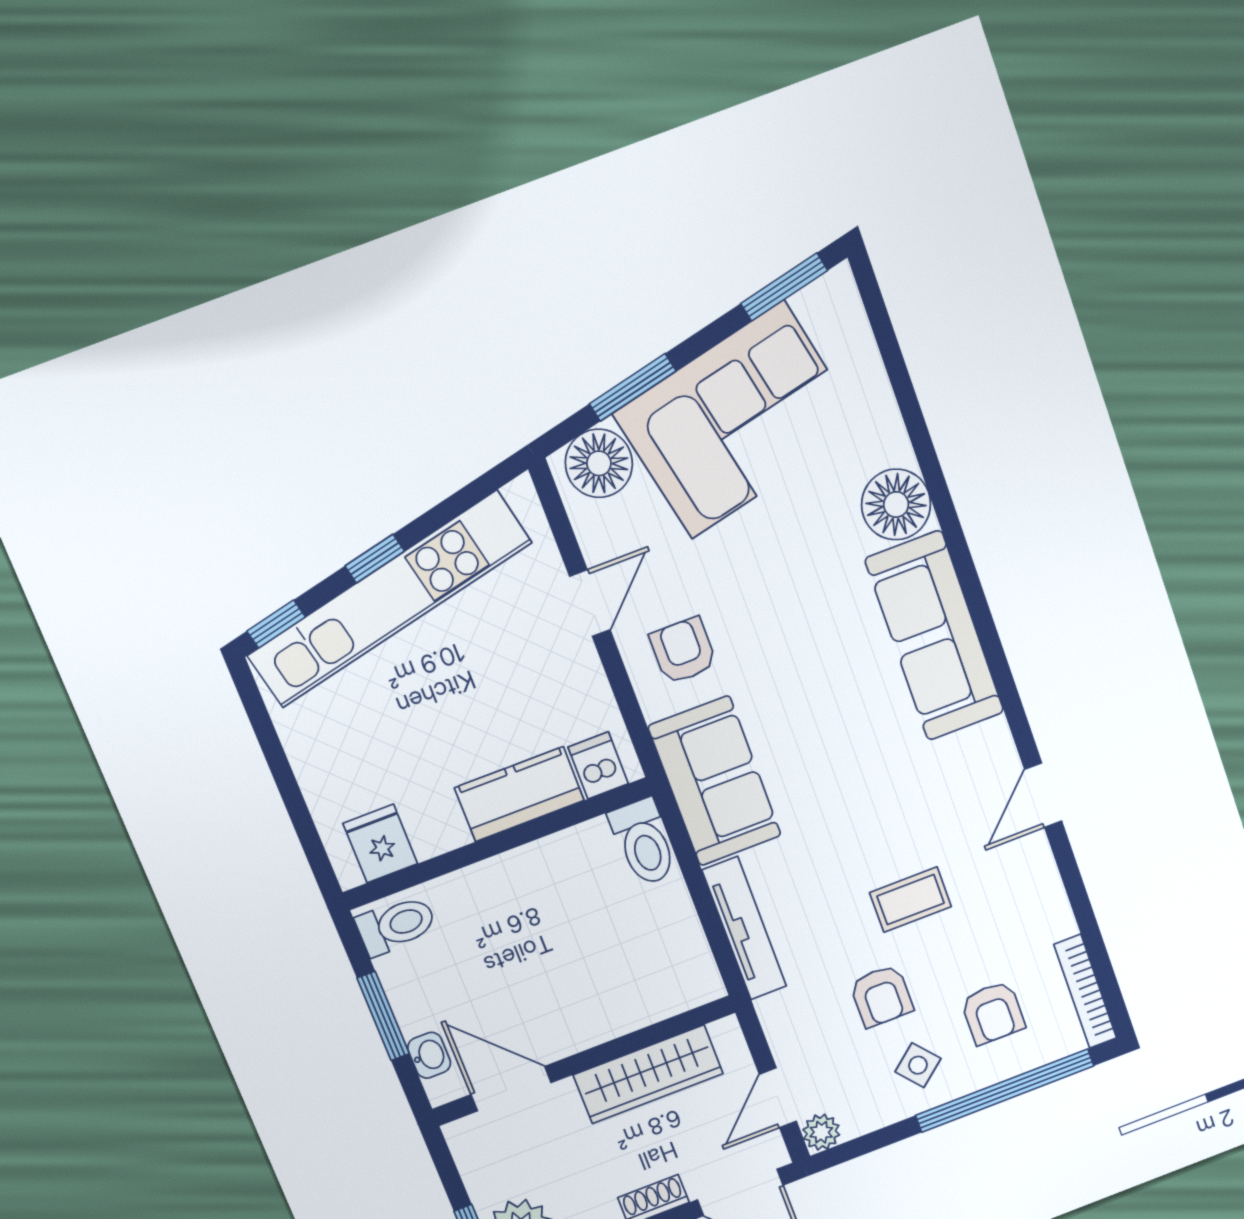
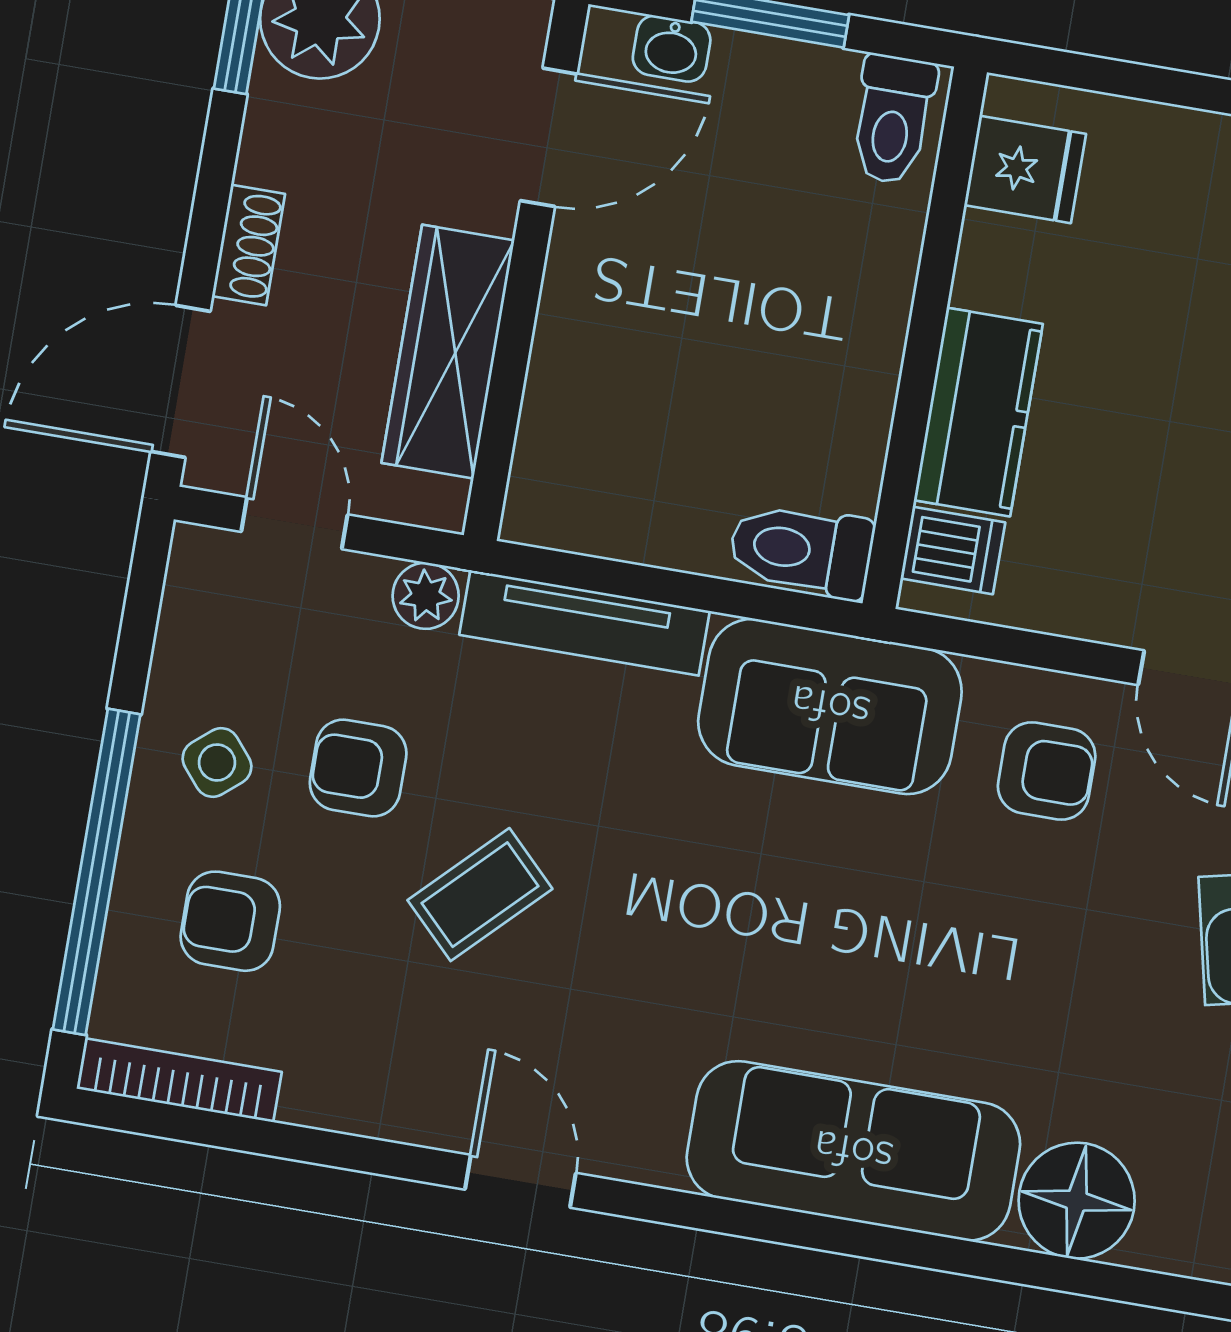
coffee table: (911, 900) -> (480, 895), turned 45
plant: (821, 1132) -> (426, 596), moved

